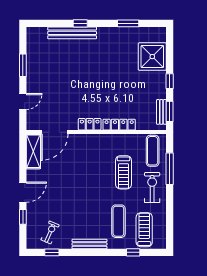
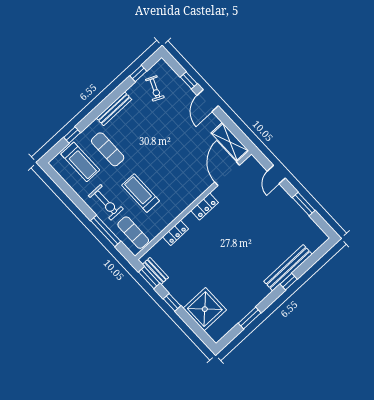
locker: (119, 125) -> (175, 233), width x0.66

